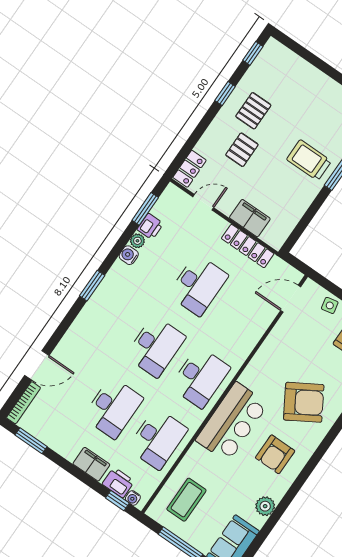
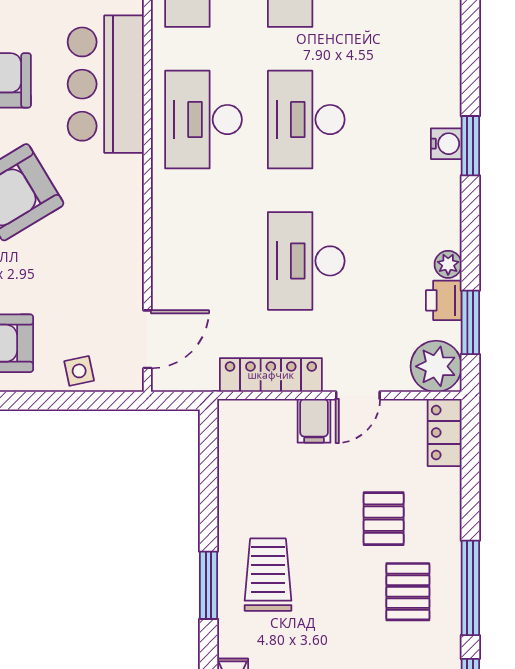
window: (225, 94) -> (470, 588), width x2.17
trolley: (309, 160) -> (268, 575), turned -90
plant: (173, 200) -> (436, 366), added
door: (203, 202) -> (358, 395), moved
filing cabinet: (250, 218) -> (314, 421), width x0.50
water cooler: (129, 255) -> (446, 144), moved

